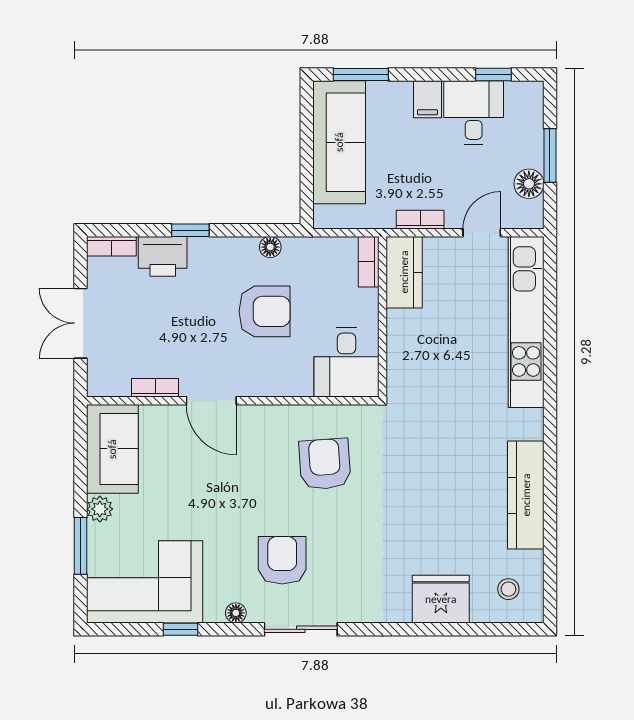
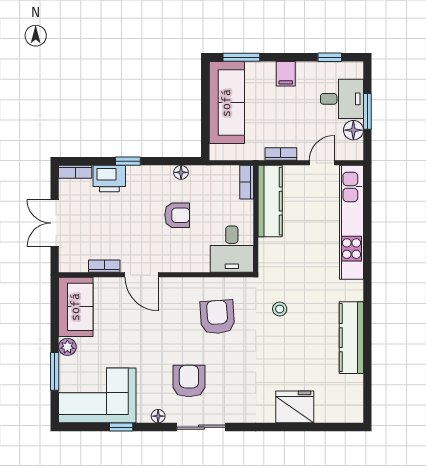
desk: (474, 113) -> (342, 99), moved, turned 90
kitchen counter: (404, 272) -> (270, 201), width x1.50
armchair: (264, 311) -> (177, 215), width x0.72, depth x0.72
stool: (508, 589) -> (280, 309), moved

